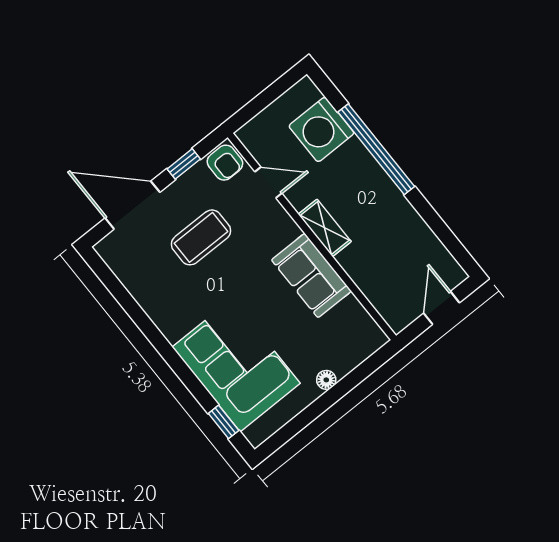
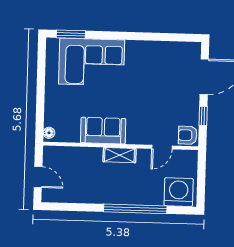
washing machine: (321, 129) -> (179, 192), moved
coffee table: (201, 237) -> (163, 95), removed
floor lamp: (326, 380) -> (49, 133), moved
window: (224, 422) -> (71, 34), width x1.50

